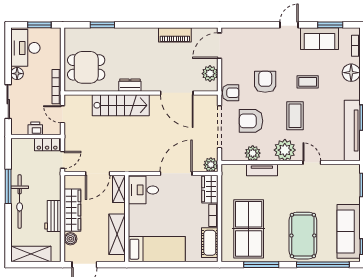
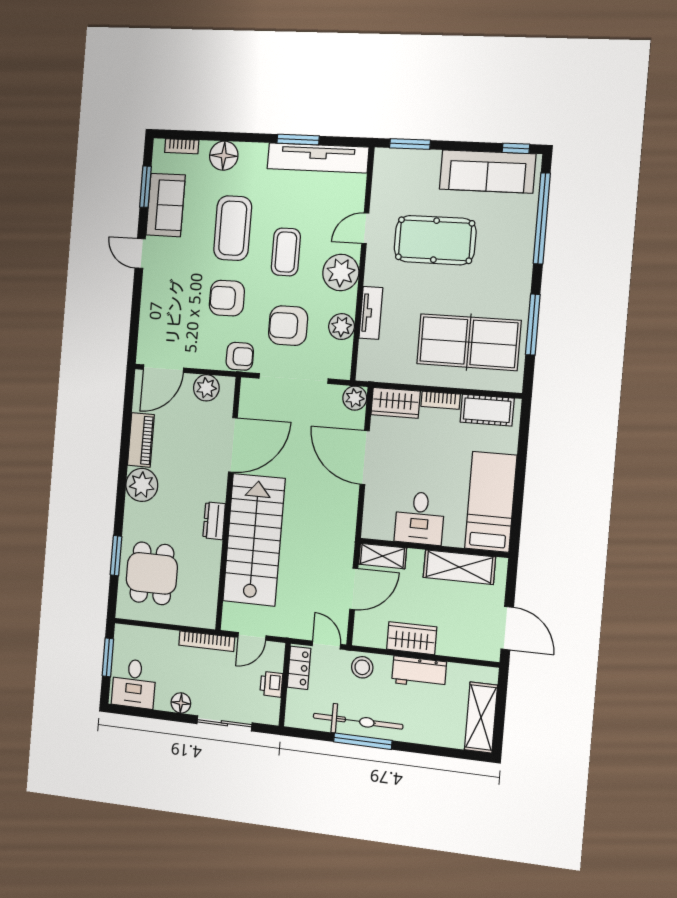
plant: (147, 38) -> (142, 485), added
door: (220, 46) -> (163, 369), hinge flipped
desk: (25, 48) -> (134, 683), width x0.73
dining table: (86, 67) -> (152, 573), moved
coffee table: (308, 82) -> (233, 228), width x1.86, depth x1.72
armchair: (231, 93) -> (240, 356), turned 90
stairs: (121, 105) -> (254, 540), width x1.36, depth x1.51
coffee table: (295, 116) -> (286, 252), turned 90
armchair: (251, 121) -> (288, 326), turned 90
door: (98, 173) -> (354, 589), hinge flipped
stool: (52, 182) -> (362, 667), added
desk: (143, 190) -> (420, 518), moved
bicycle: (20, 201) -> (358, 721), moved
wardrobe: (72, 210) -> (412, 638), width x0.67
pool table: (303, 236) -> (435, 240), moved
boiler: (70, 239) -> (460, 647), removed

